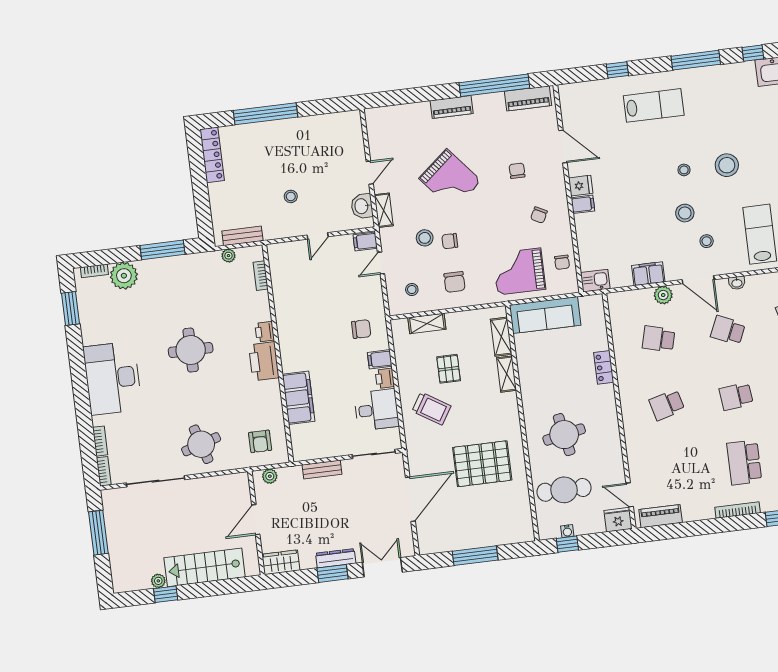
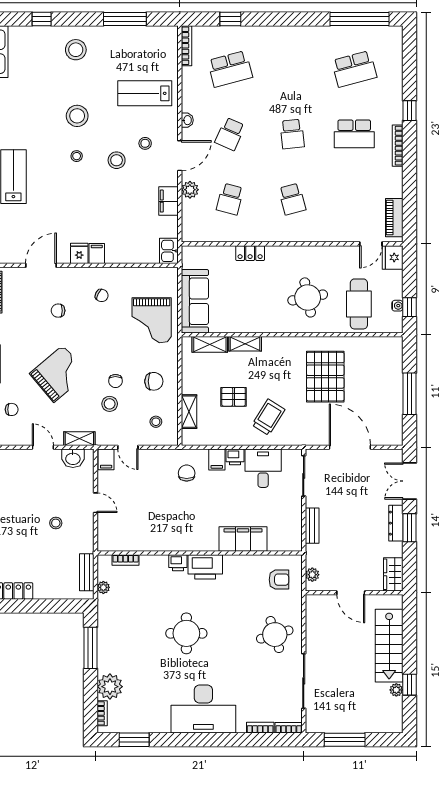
chair: (562, 262) -> (12, 409), moved

